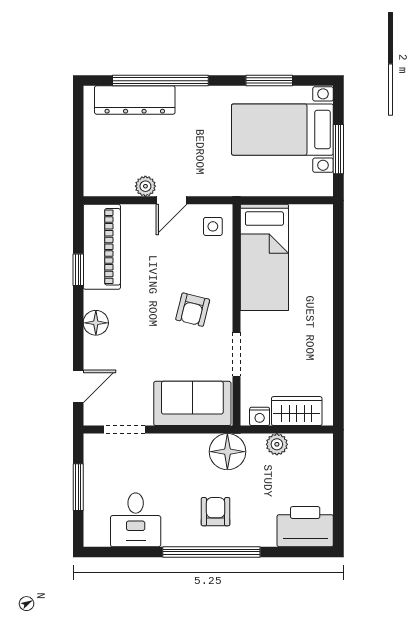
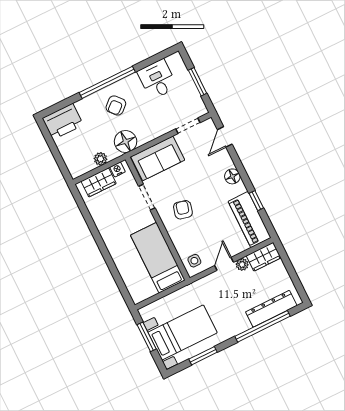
wardrobe: (108, 182) -> (264, 257), added
armchair: (216, 512) -> (116, 105), turned 49

